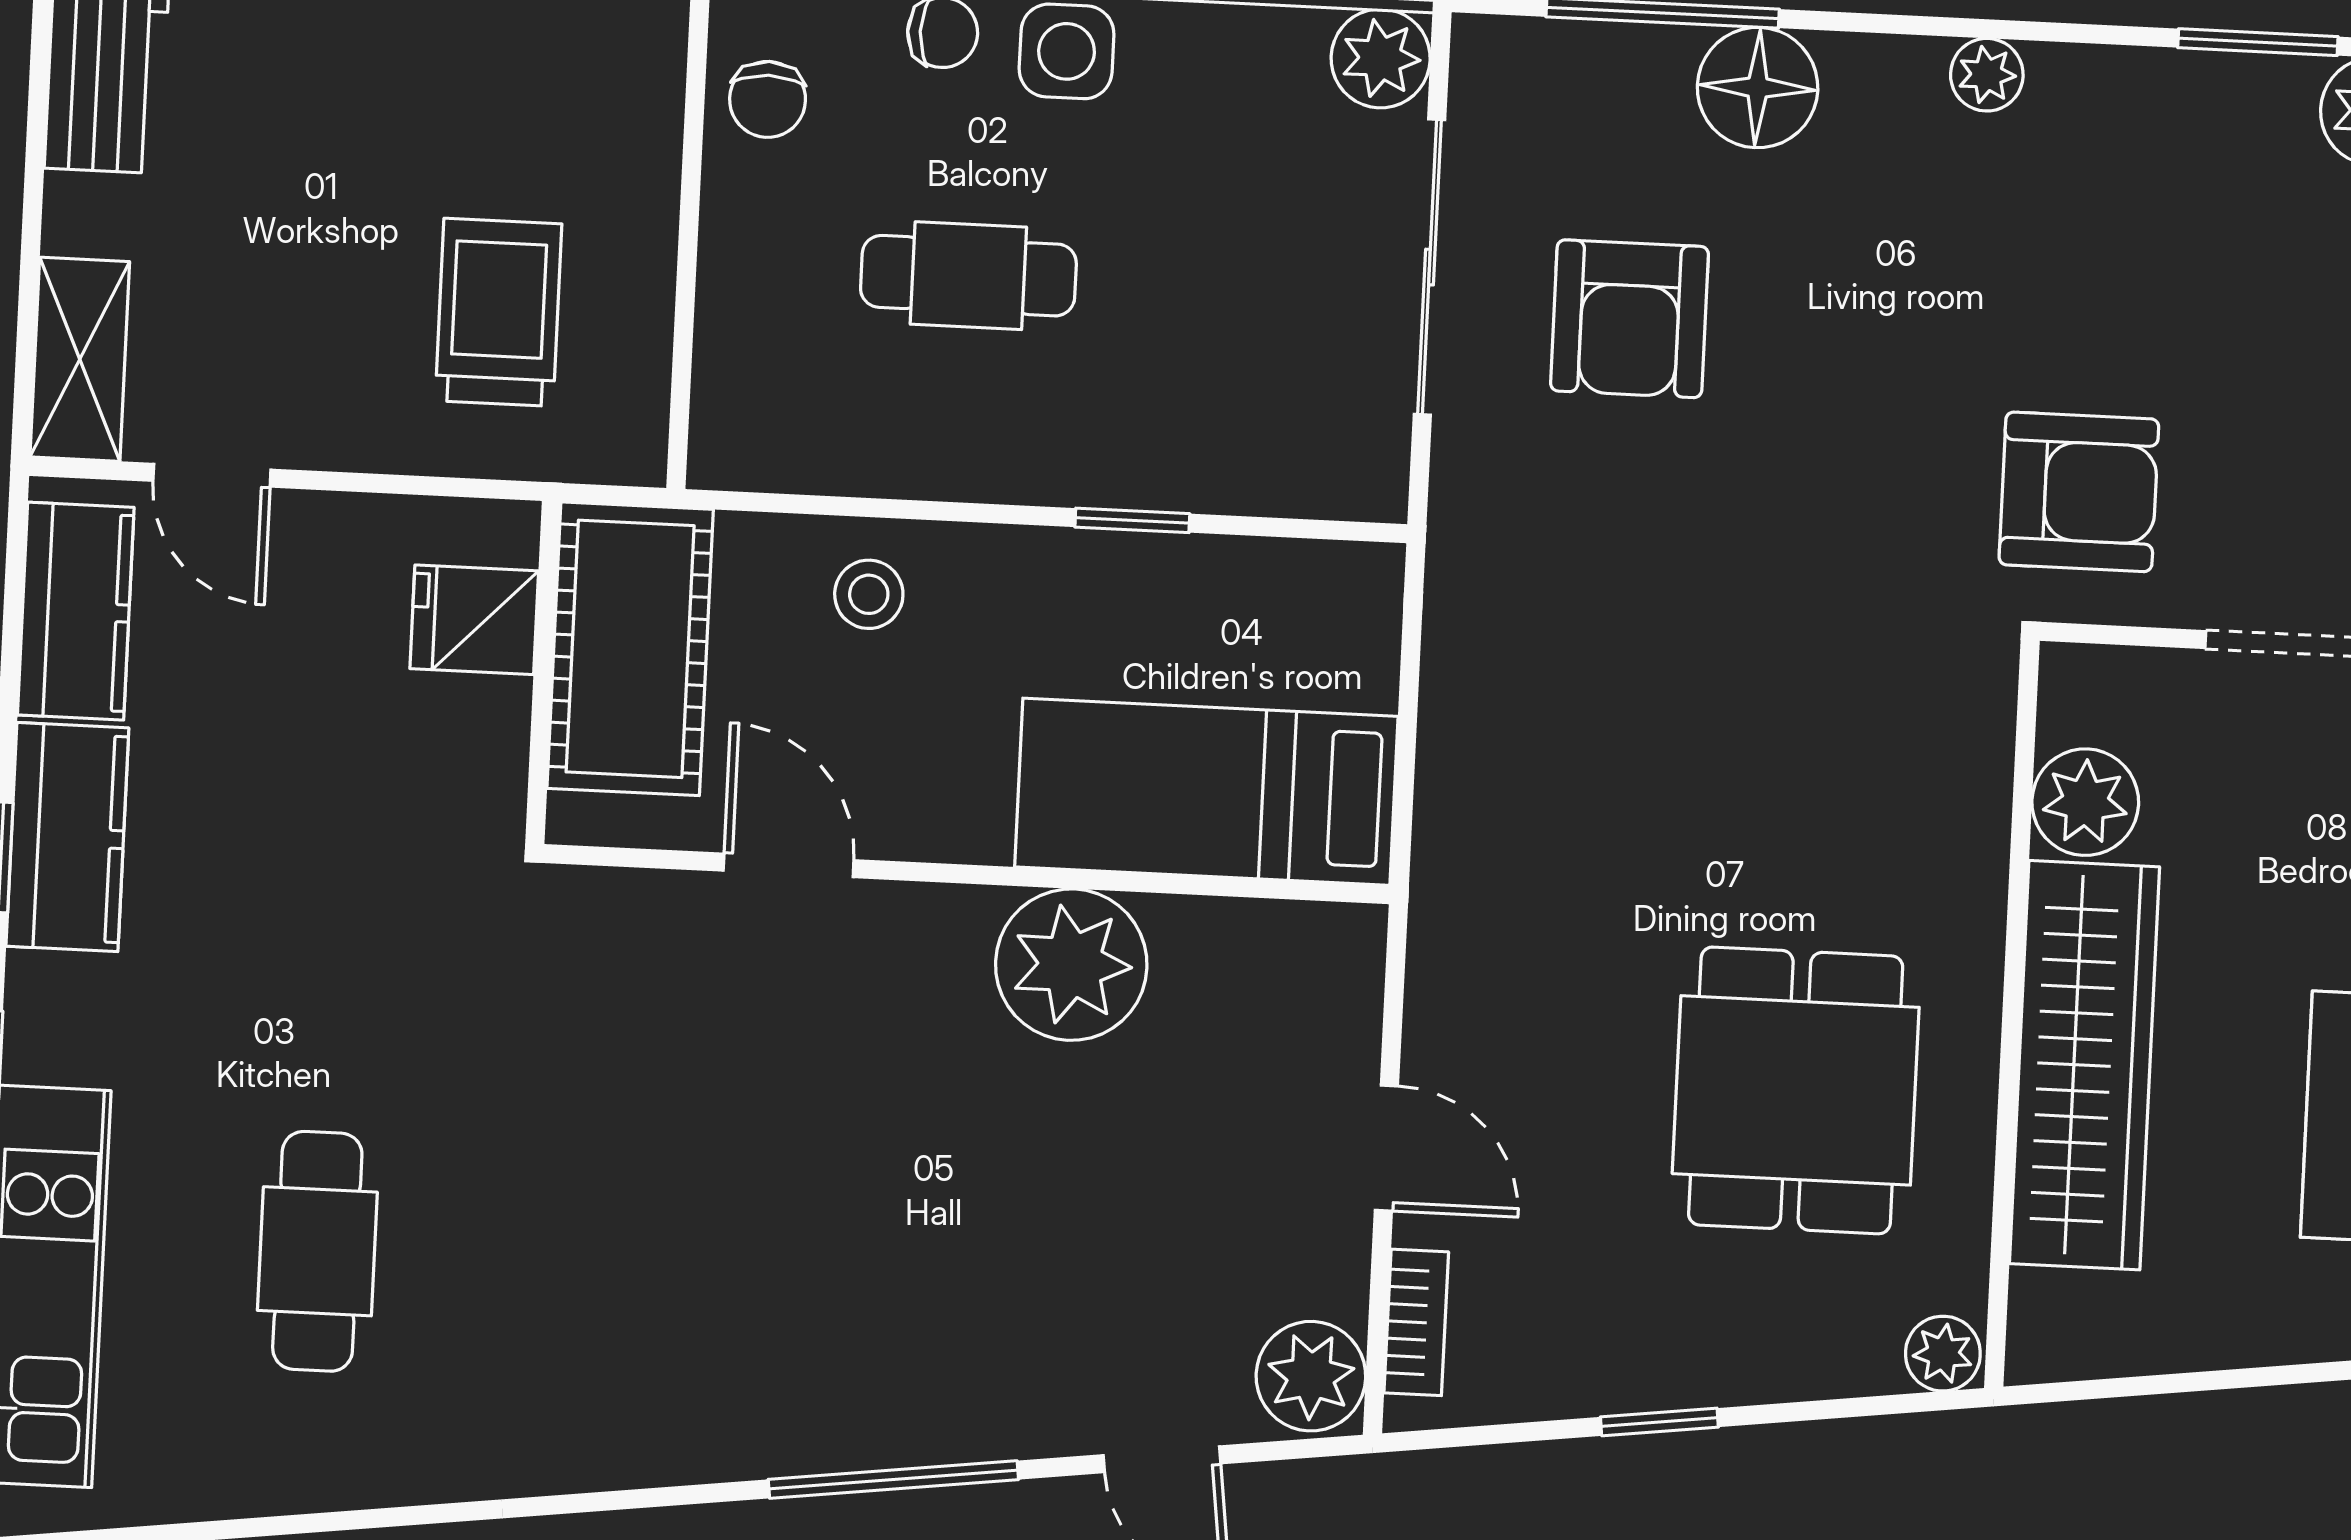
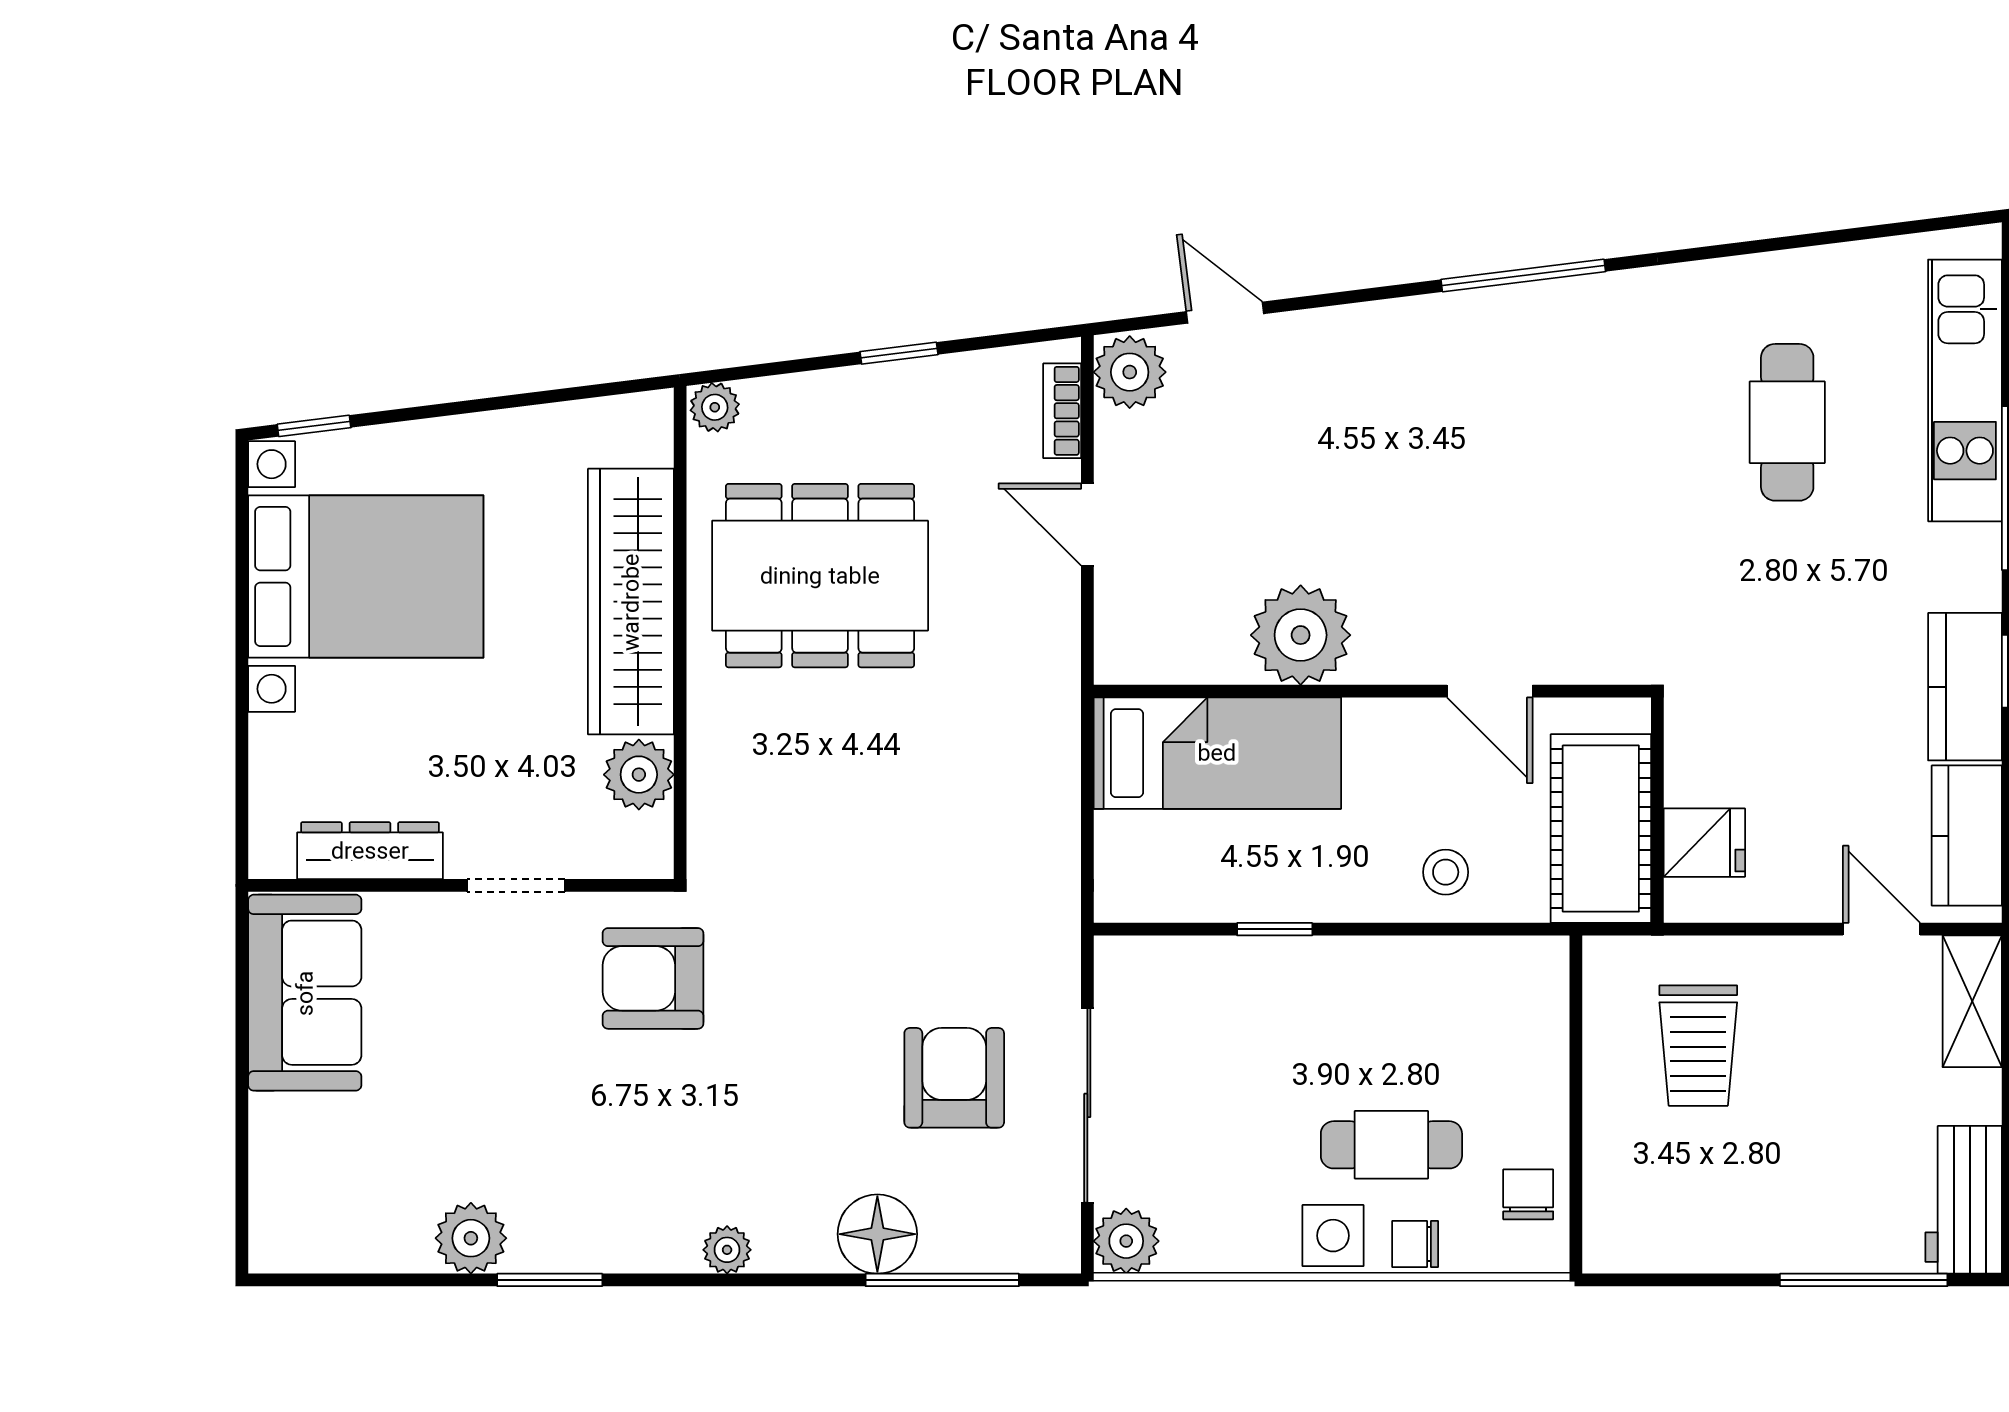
cafe table: (968, 276) -> (1391, 1145), moved
dining table: (1796, 1090) -> (820, 576), width x1.37
window: (893, 1479) -> (1523, 275), moved

